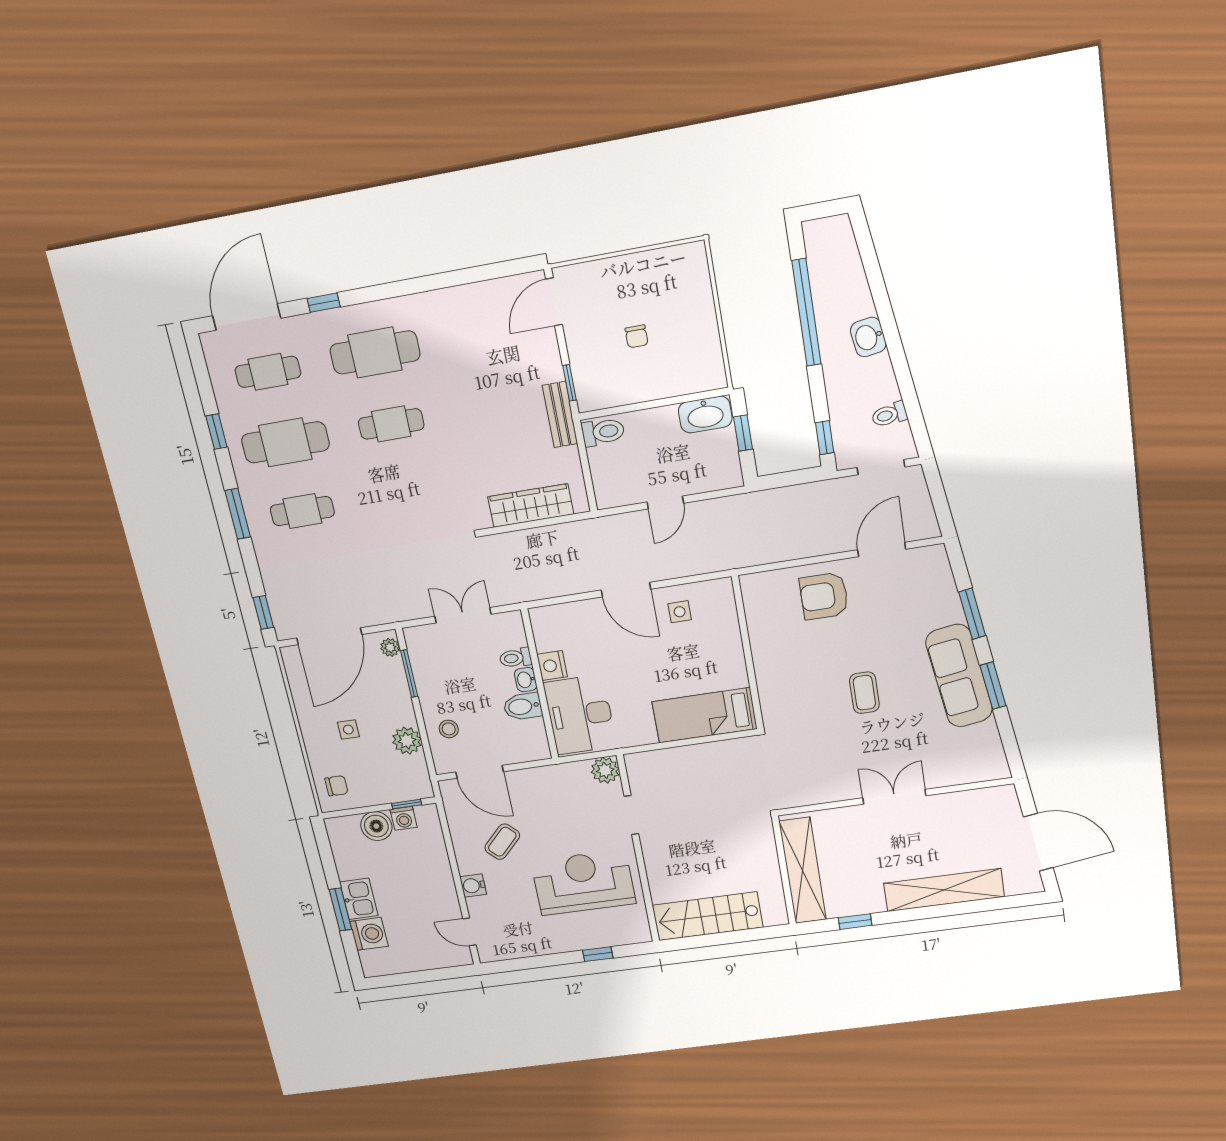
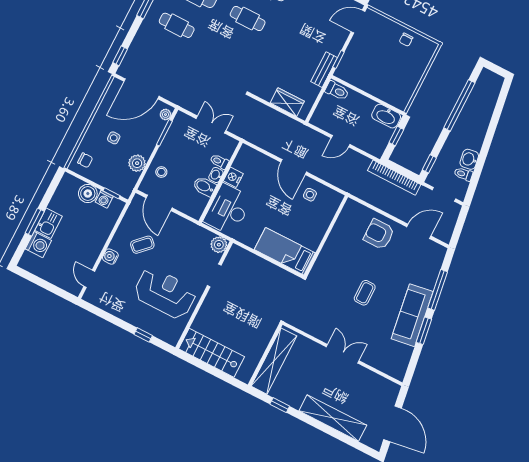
chair: (637, 336) -> (406, 40), moved
washbasin: (868, 337) -> (469, 159), moved
bookcase: (786, 497) -> (394, 178), added
wardrobe: (531, 505) -> (287, 102), width x0.67
window: (972, 614) -> (438, 290), width x1.44

